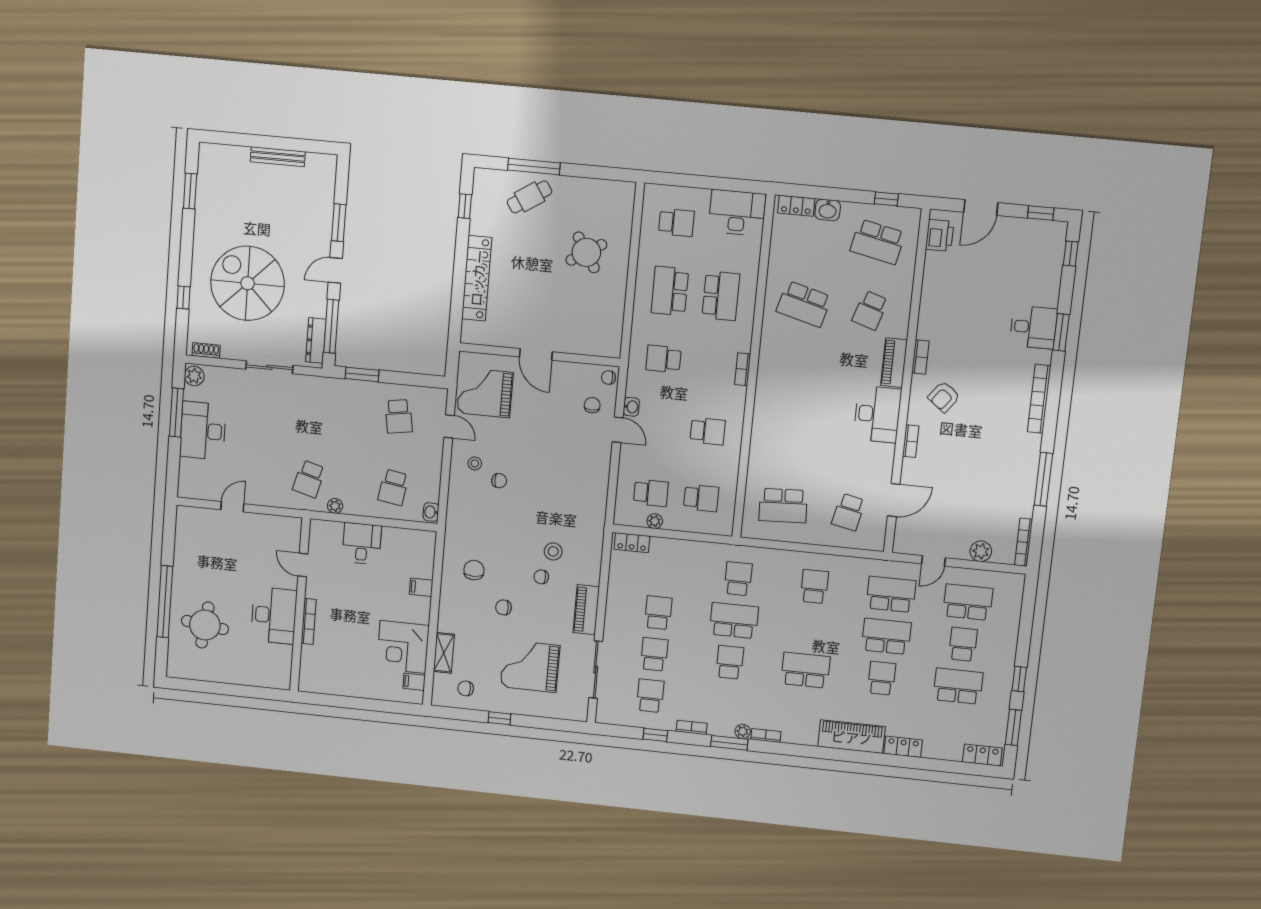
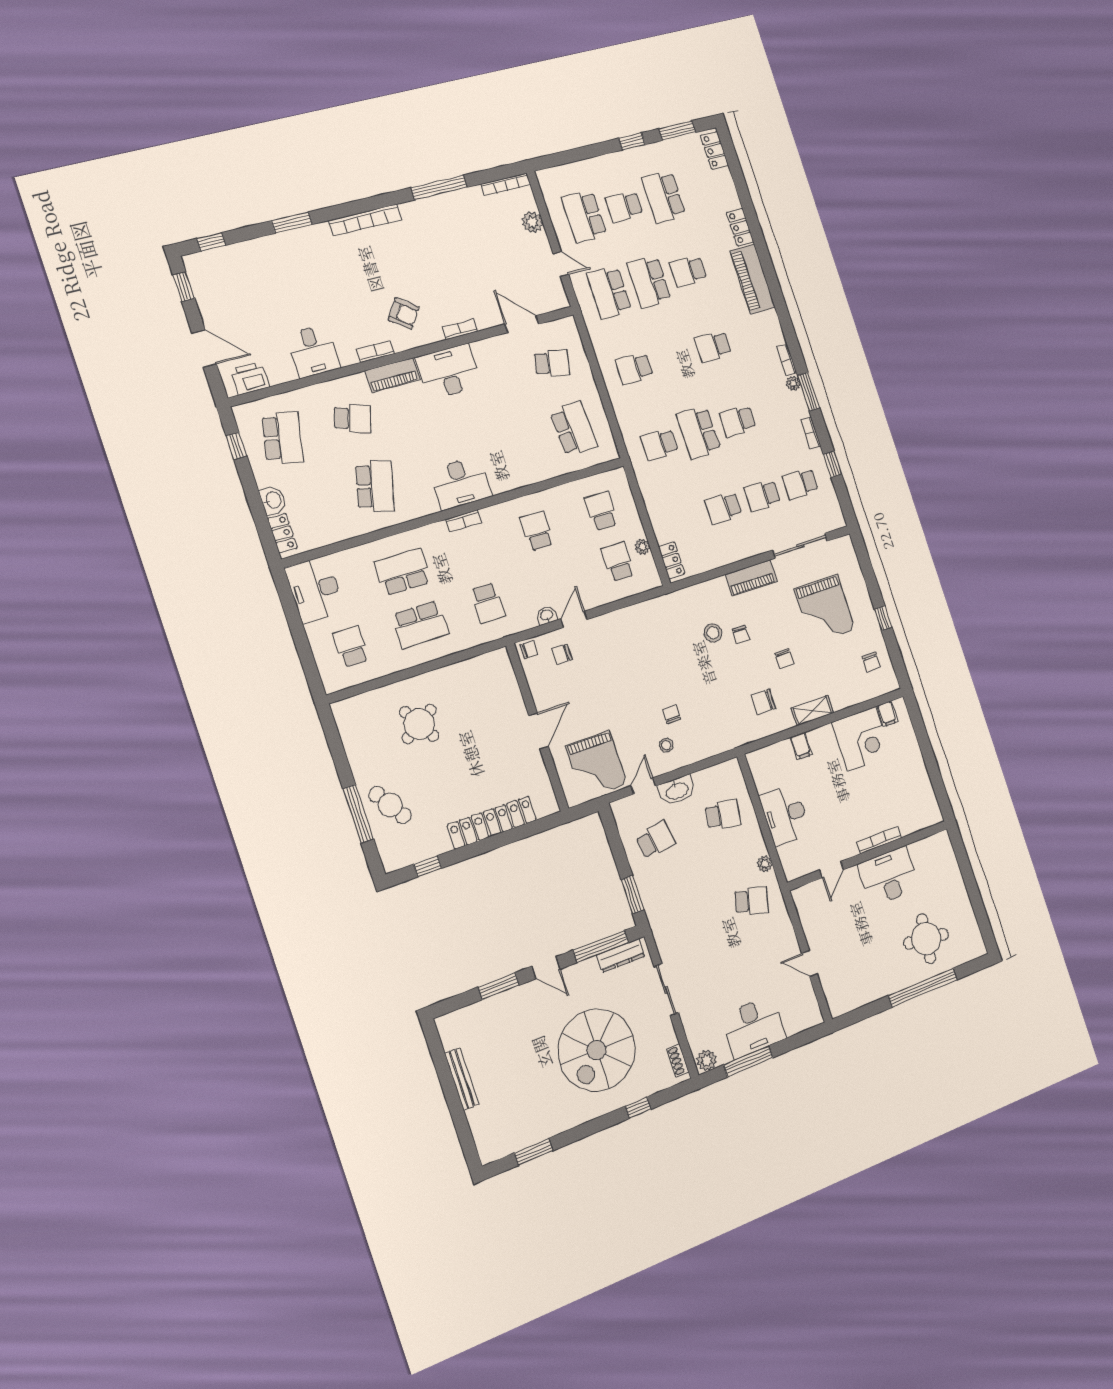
desk: (1033, 327) -> (313, 351), moved, turned 180
chair: (609, 378) -> (529, 650), turned -90
desk: (776, 381) -> (461, 483), added
washbasin: (431, 512) -> (677, 790), moved, width x1.91, depth x1.45
desk: (362, 544) -> (785, 815), width x1.37
shelving: (444, 653) -> (812, 711), moved
school desk: (806, 670) -> (713, 346), width x0.54

